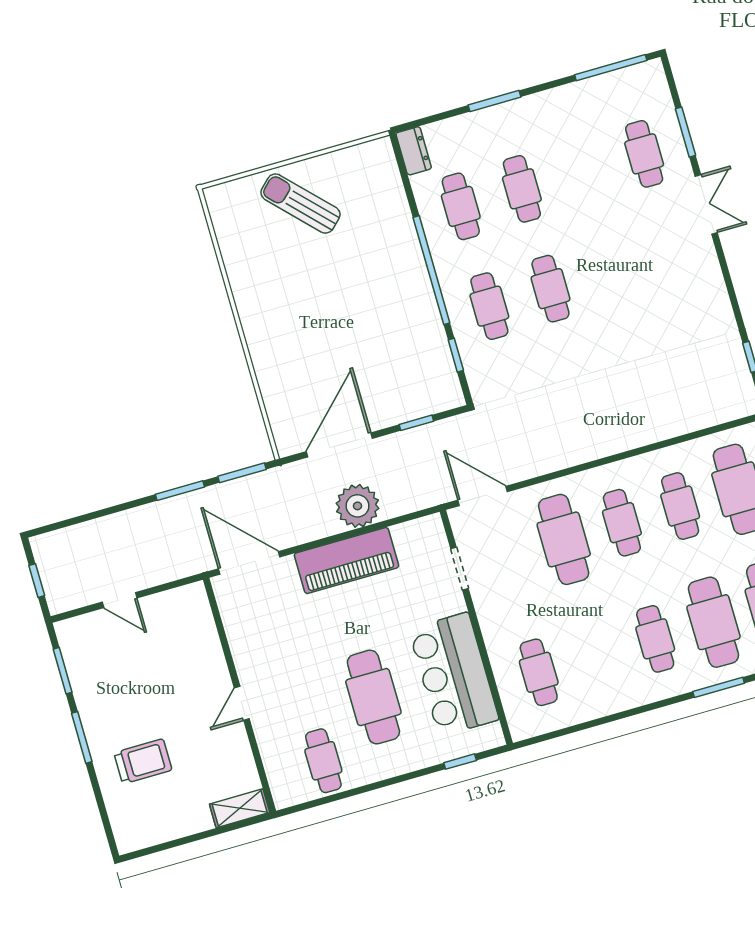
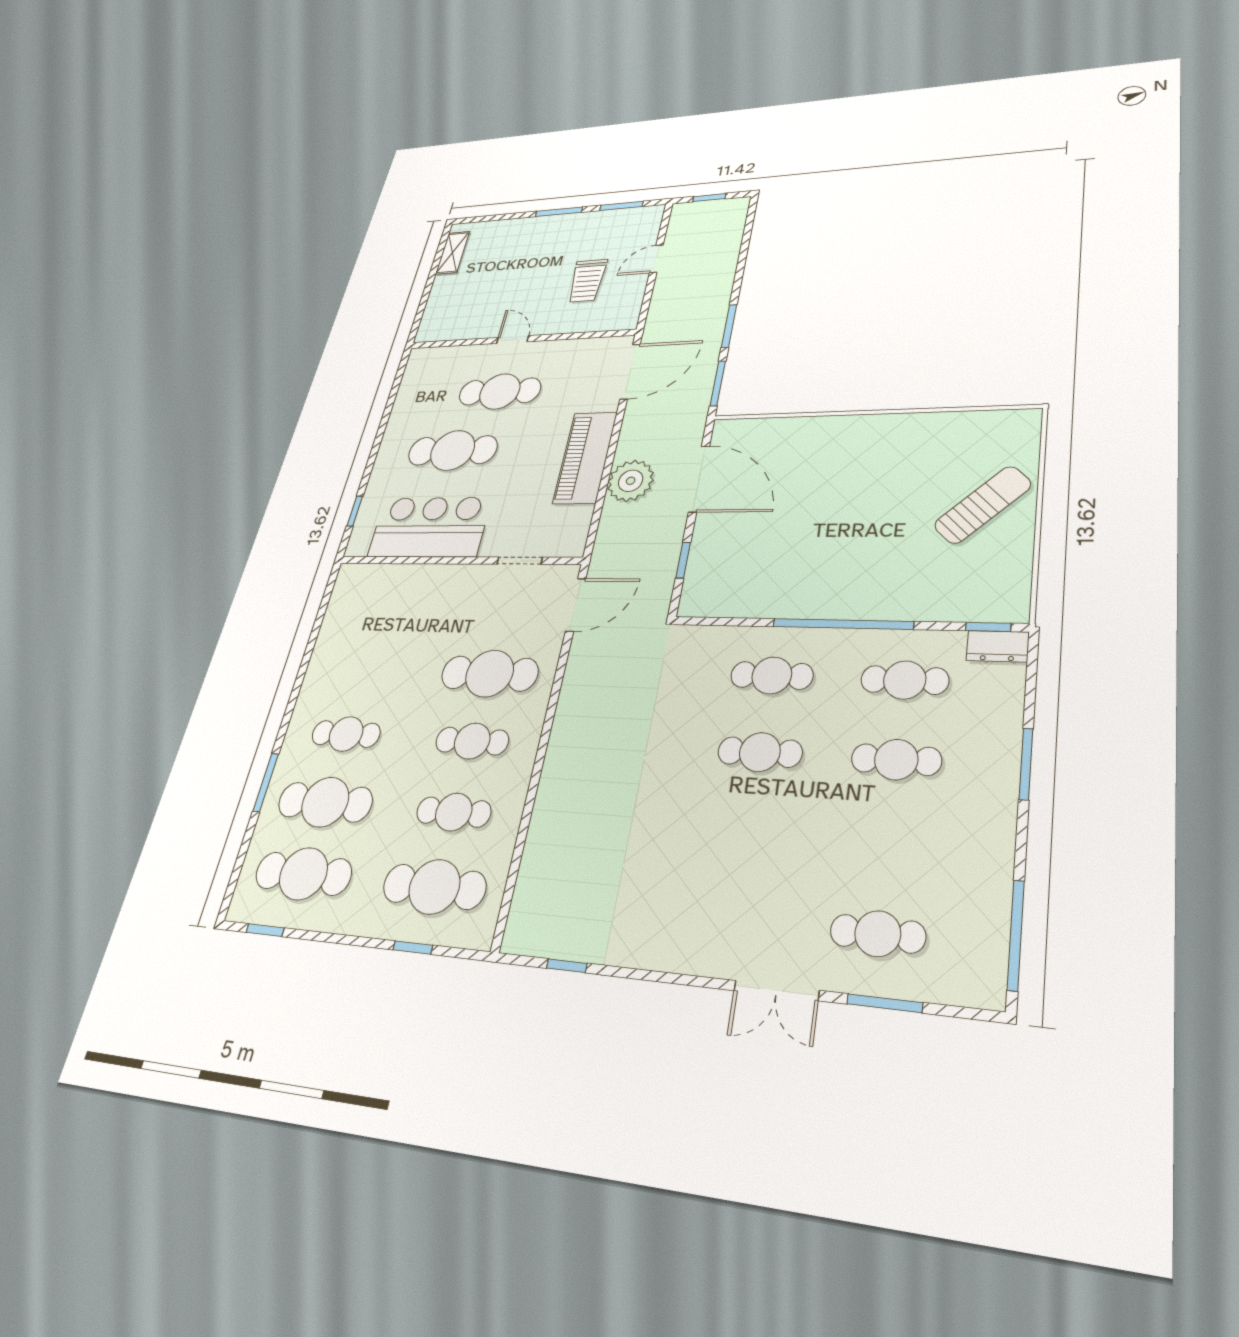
window: (456, 355) -> (988, 627), moved
cafe table: (539, 672) -> (385, 607), removed
trolley: (143, 761) -> (587, 281), moved
cafe table: (323, 761) -> (500, 391), moved, width x1.37, depth x1.35
shelving: (240, 808) -> (453, 253), moved

